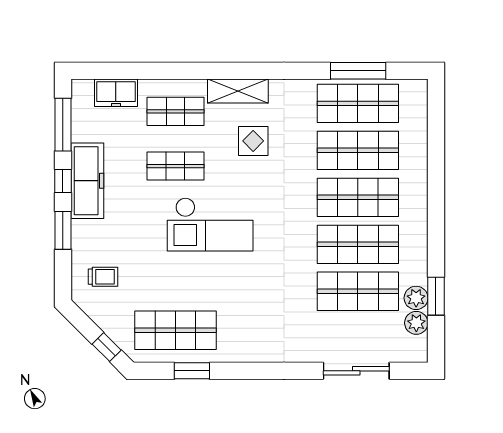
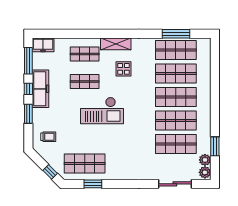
freezer: (116, 93) -> (43, 45), moved
plant: (416, 298) -> (205, 172), moved

